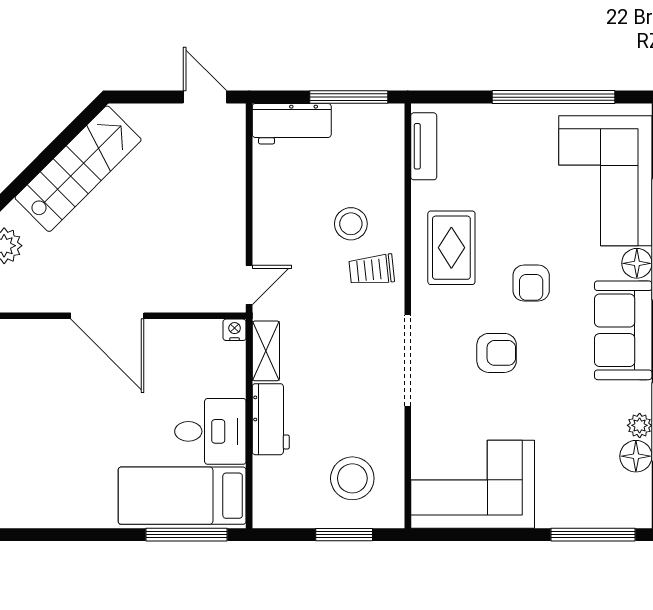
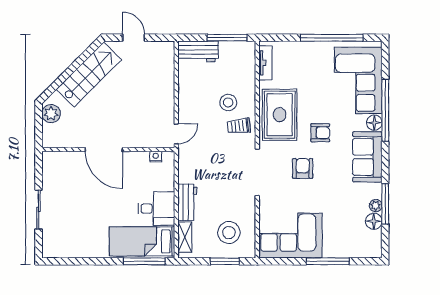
door: (205, 97) -> (134, 38), moved
rug: (451, 248) -> (280, 115), width x1.36, depth x1.43
armchair: (531, 283) -> (320, 133), turned -90
nightstand: (235, 330) -> (156, 157), moved
shelving: (266, 351) -> (185, 237), moved
armchair: (497, 353) -> (303, 168), turned -90
window: (593, 535) -> (328, 261), moved

